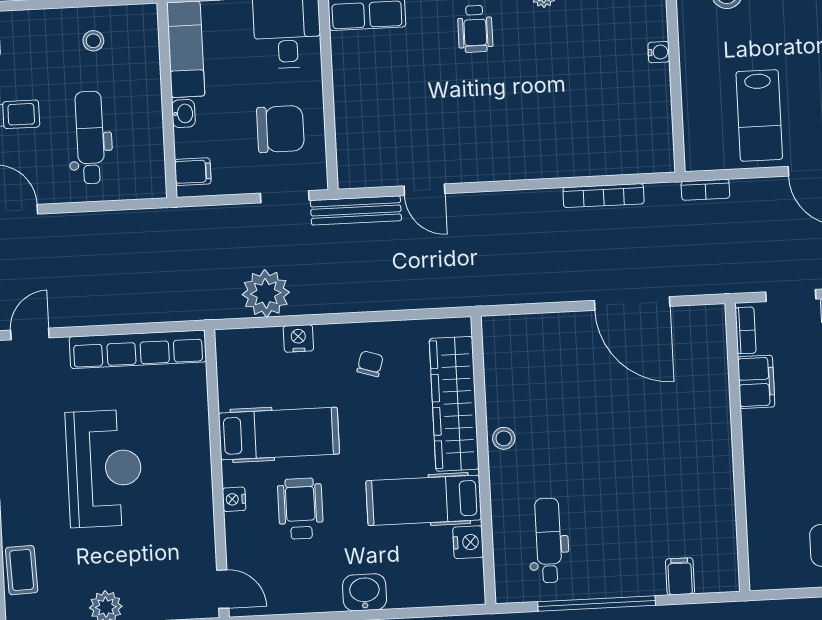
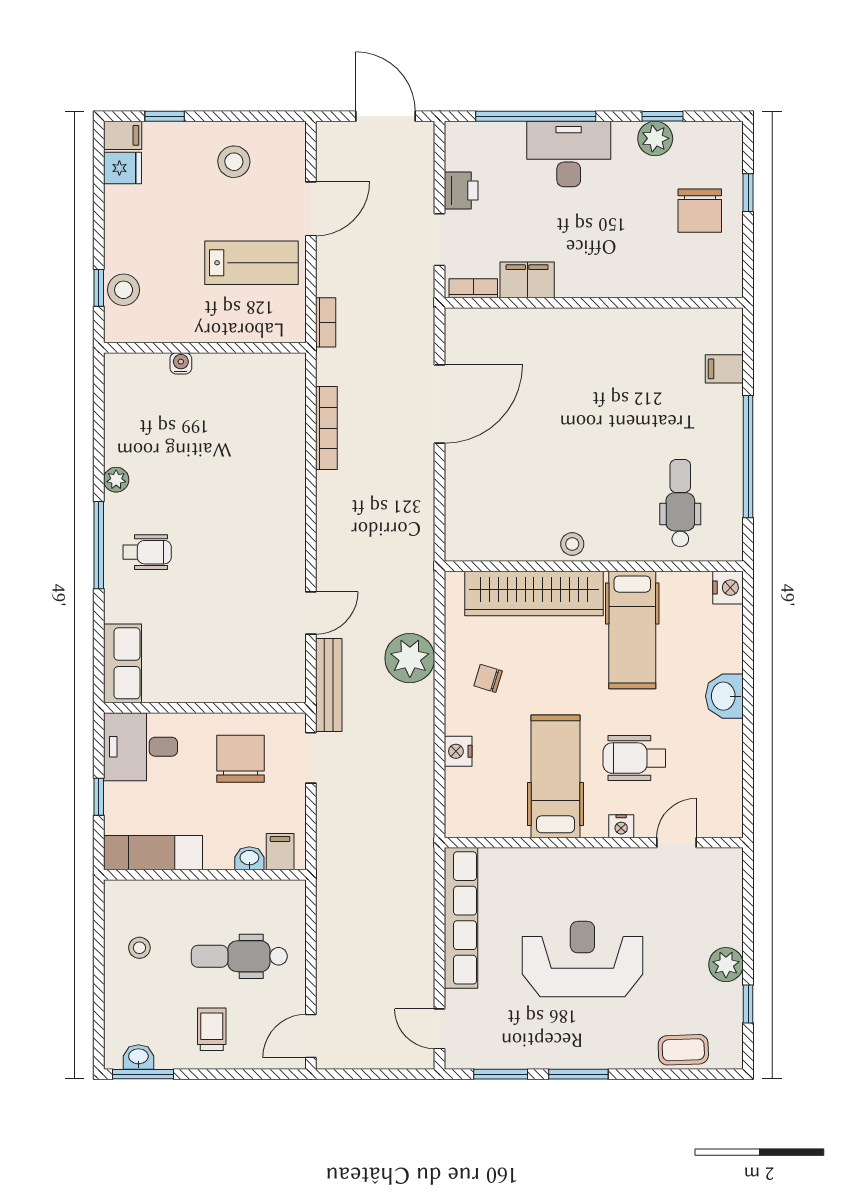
washbasin: (183, 114) -> (249, 858), moved
plant: (266, 293) -> (410, 658), moved
dental chair: (548, 540) -> (680, 503), turned 90
nightstand: (468, 542) -> (728, 588), moved, turned 90
door: (223, 589) -> (677, 843), moved

